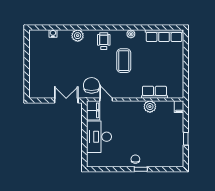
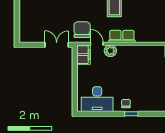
row of seats: (154, 92) -> (122, 36), moved
plant: (150, 107) -> (110, 51), moved
desk: (99, 137) -> (97, 99), moved, turned -90

